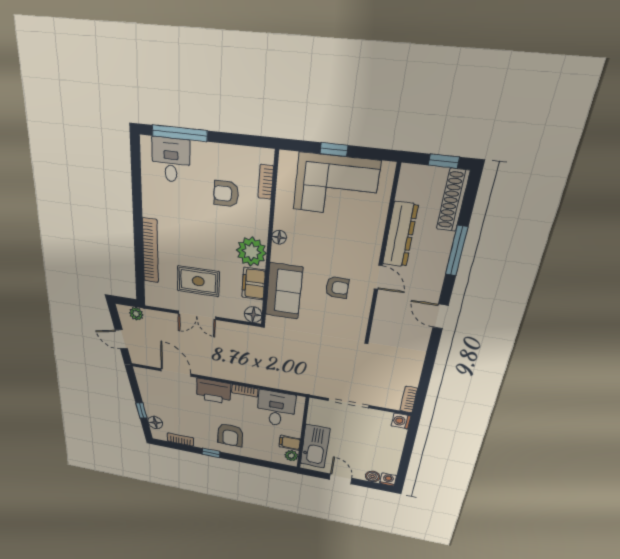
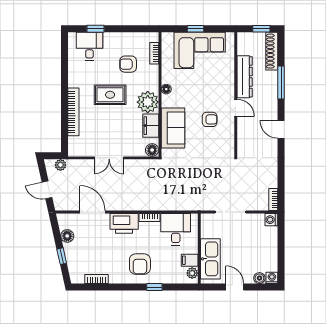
window: (180, 133) -> (95, 29), width x0.46
rug: (198, 281) -> (110, 95), moved
floor lamp: (155, 423) -> (67, 236), moved
window: (211, 453) -> (154, 287), moved

